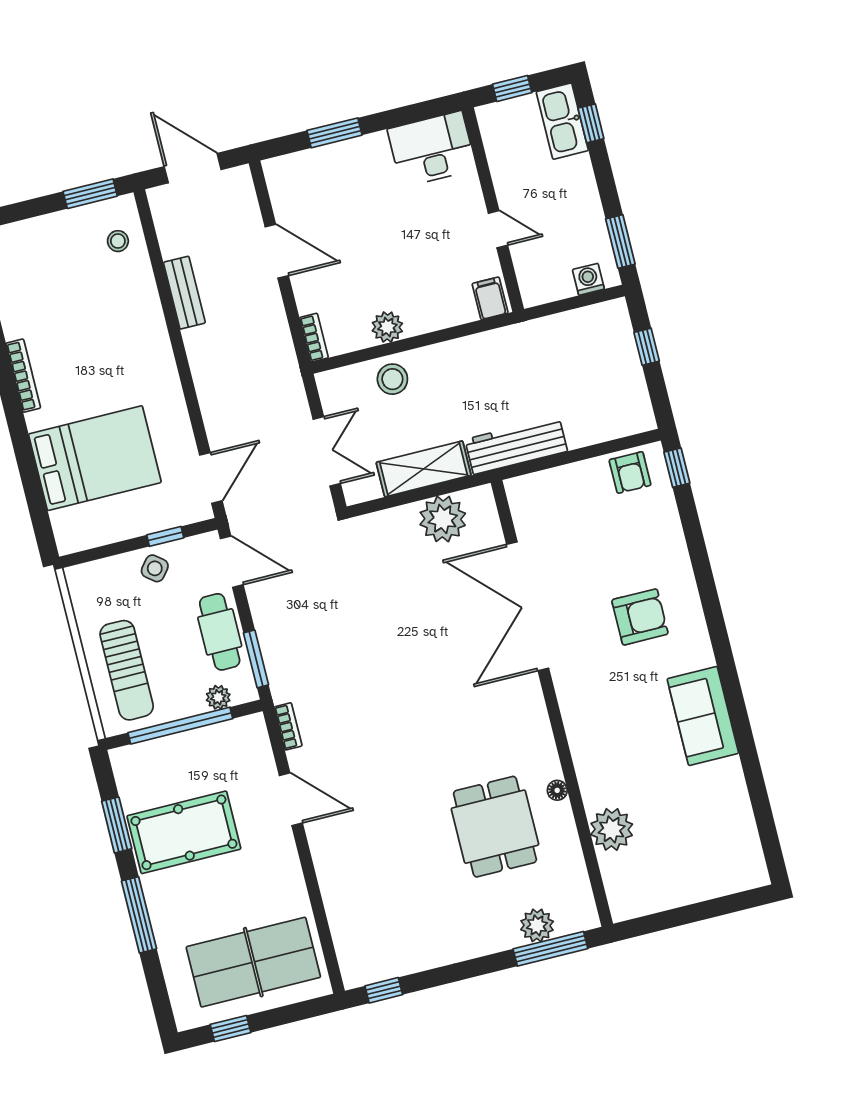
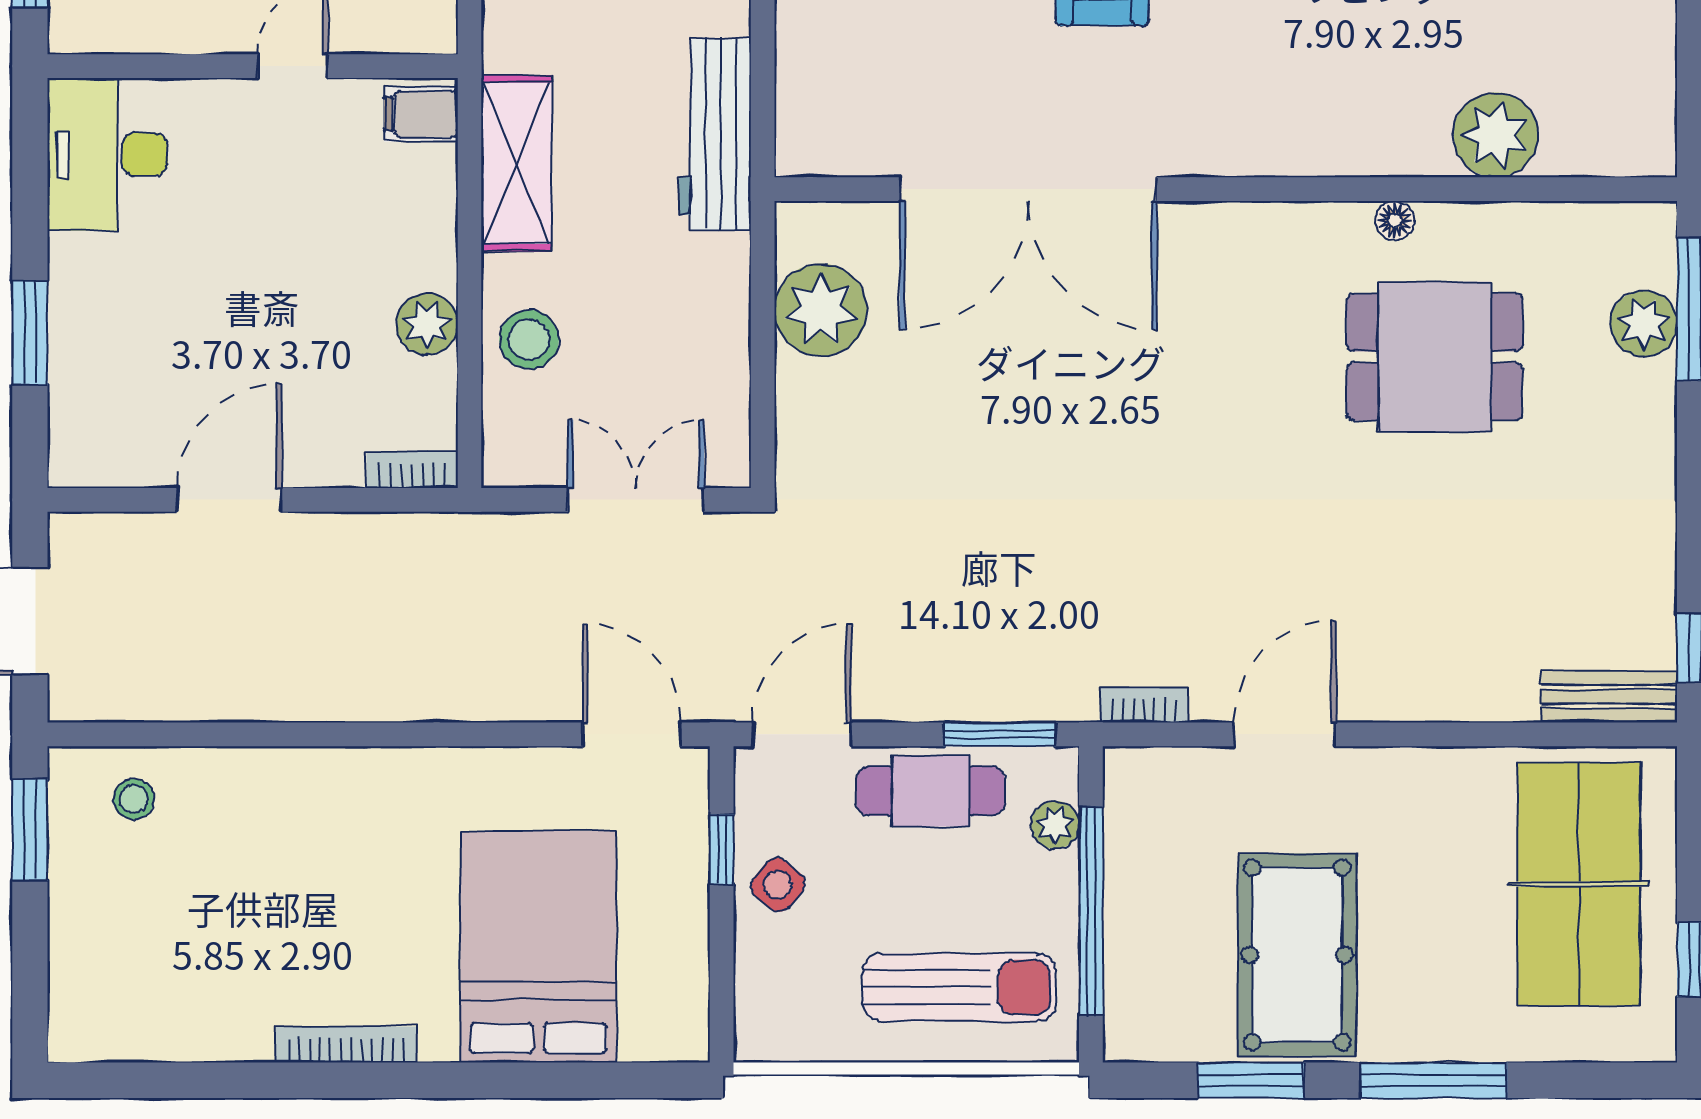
bench: (184, 293) -> (1609, 697), moved
shelving: (424, 469) -> (516, 163), moved

